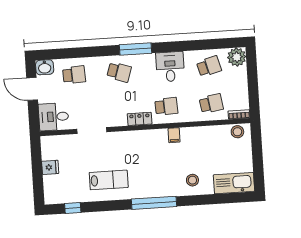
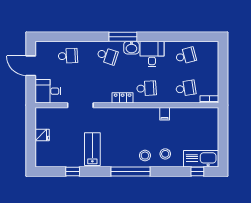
plant: (237, 57) -> (210, 49), removed
washbasin: (45, 67) -> (131, 48), moved
stool: (237, 132) -> (145, 156), moved
filing cabinet: (174, 135) -> (165, 114), moved
lab bench: (109, 180) -> (92, 149), turned -90
window: (231, 198) -> (197, 172), added
window: (73, 208) -> (73, 172), moved

